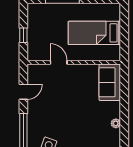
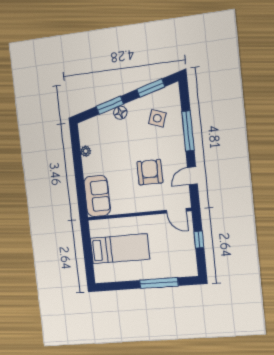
door: (59, 62) -> (176, 211), moved
armchair: (60, 99) -> (150, 172), added

